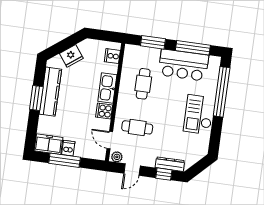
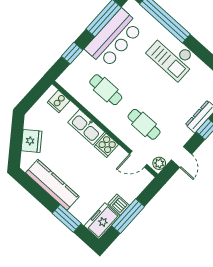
window: (153, 42) -> (72, 53), width x0.67
window: (36, 98) -> (67, 218), moved
cafe table: (137, 127) -> (144, 124), turned 90

